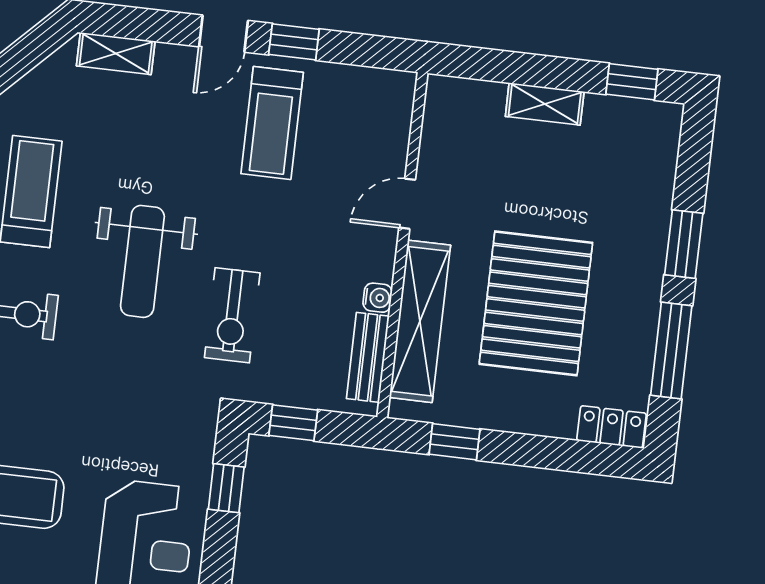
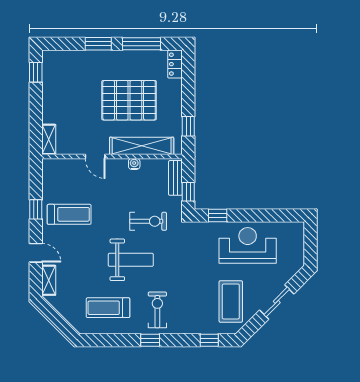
door: (224, 34) -> (36, 253), moved
shelving: (545, 104) -> (49, 139), moved
bench: (368, 357) -> (175, 178), moved, turned 90

